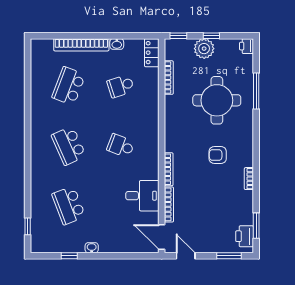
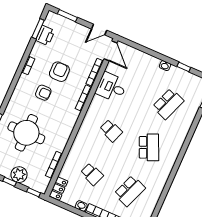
school desk: (121, 86) -> (92, 174), turned 39
armchair: (210, 187) -> (59, 72), added
school desk: (69, 205) -> (168, 104), turned 42
printer: (245, 236) -> (45, 35), moved
door: (186, 256) -> (99, 30), hinge flipped

